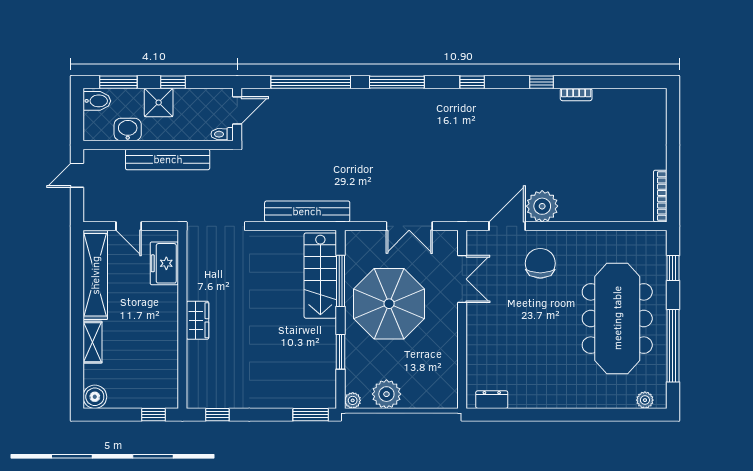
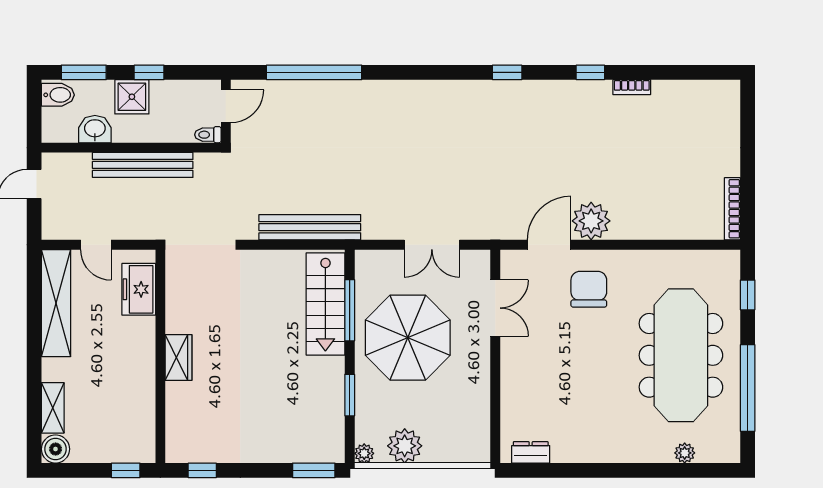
window: (397, 82) -> (417, 72), removed
shelving: (93, 342) -> (53, 408), moved
plant: (645, 400) -> (685, 453), moved

